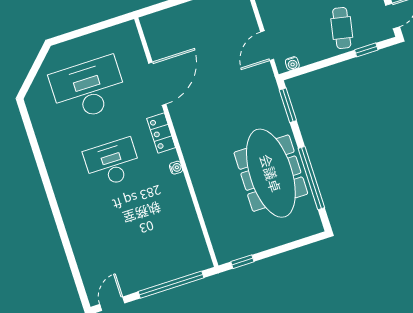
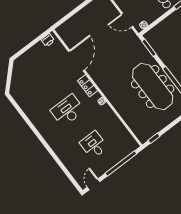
printer: (121, 32) -> (48, 40), added
door: (267, 46) -> (127, 20), hinge flipped
desk: (88, 89) -> (94, 145), moved, width x0.53, depth x0.77

